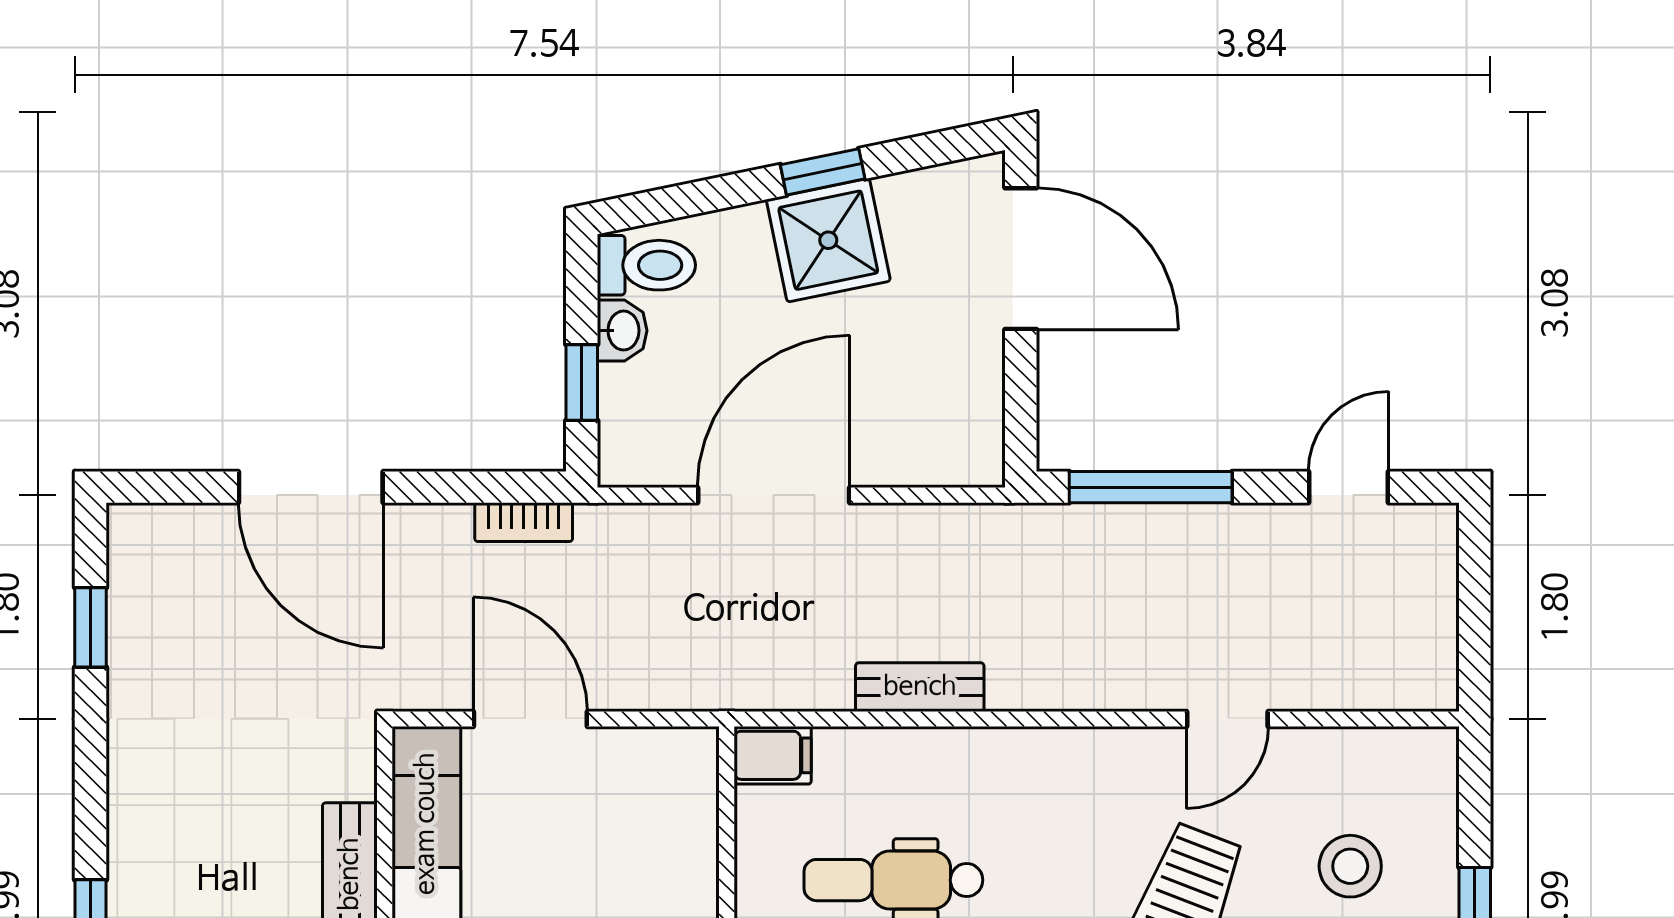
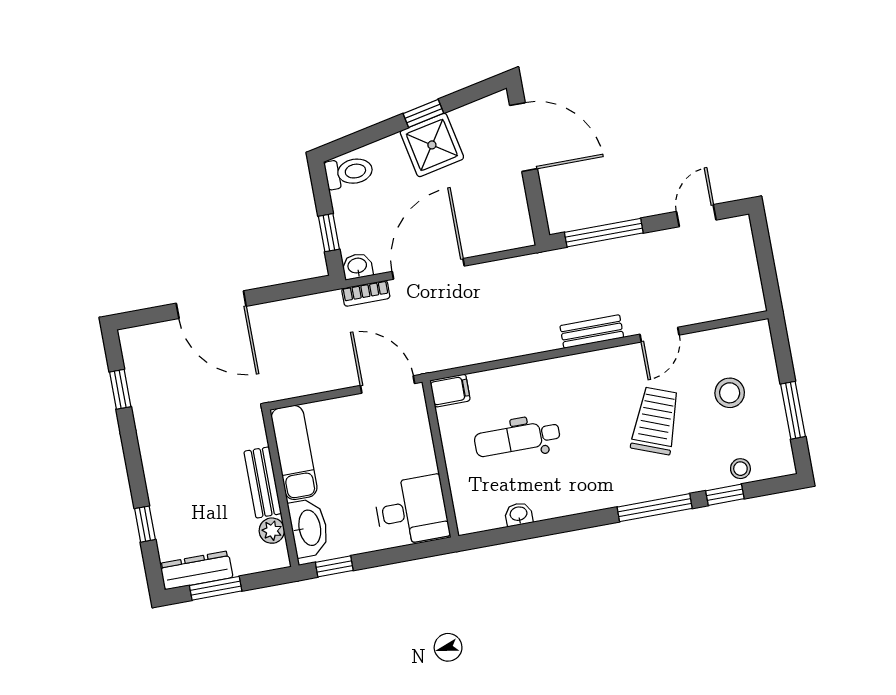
washbasin: (622, 331) -> (357, 266), moved, turned -90
bookcase: (524, 522) -> (366, 293), moved
bench: (920, 687) -> (592, 332), moved
door: (530, 719) -> (388, 384), moved

